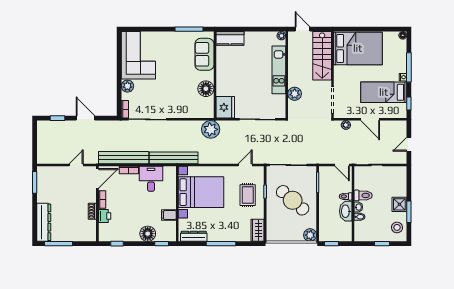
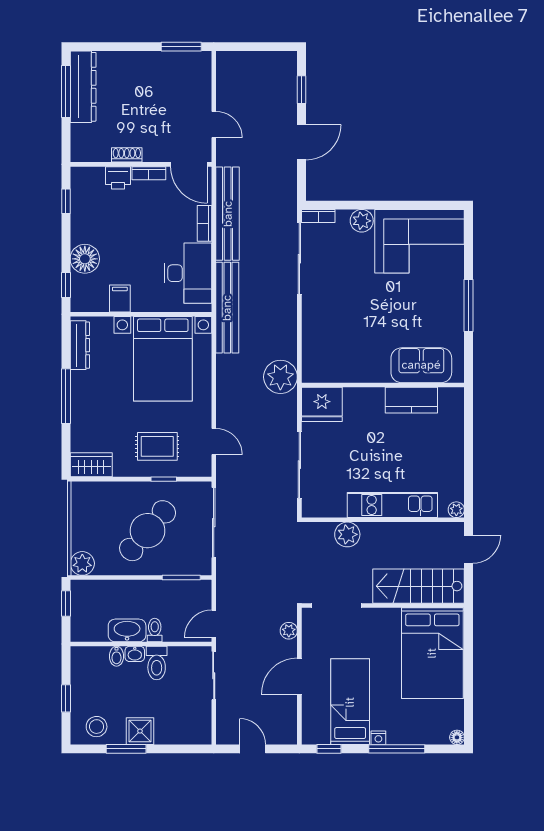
window: (189, 29) -> (469, 305), moved
kitchen counter: (230, 38) -> (411, 400), moved, turned -90
floor lamp: (206, 89) -> (357, 368), removed
desk: (151, 179) -> (188, 273), width x1.37
dresser: (44, 222) -> (83, 87), moved, turned -90

